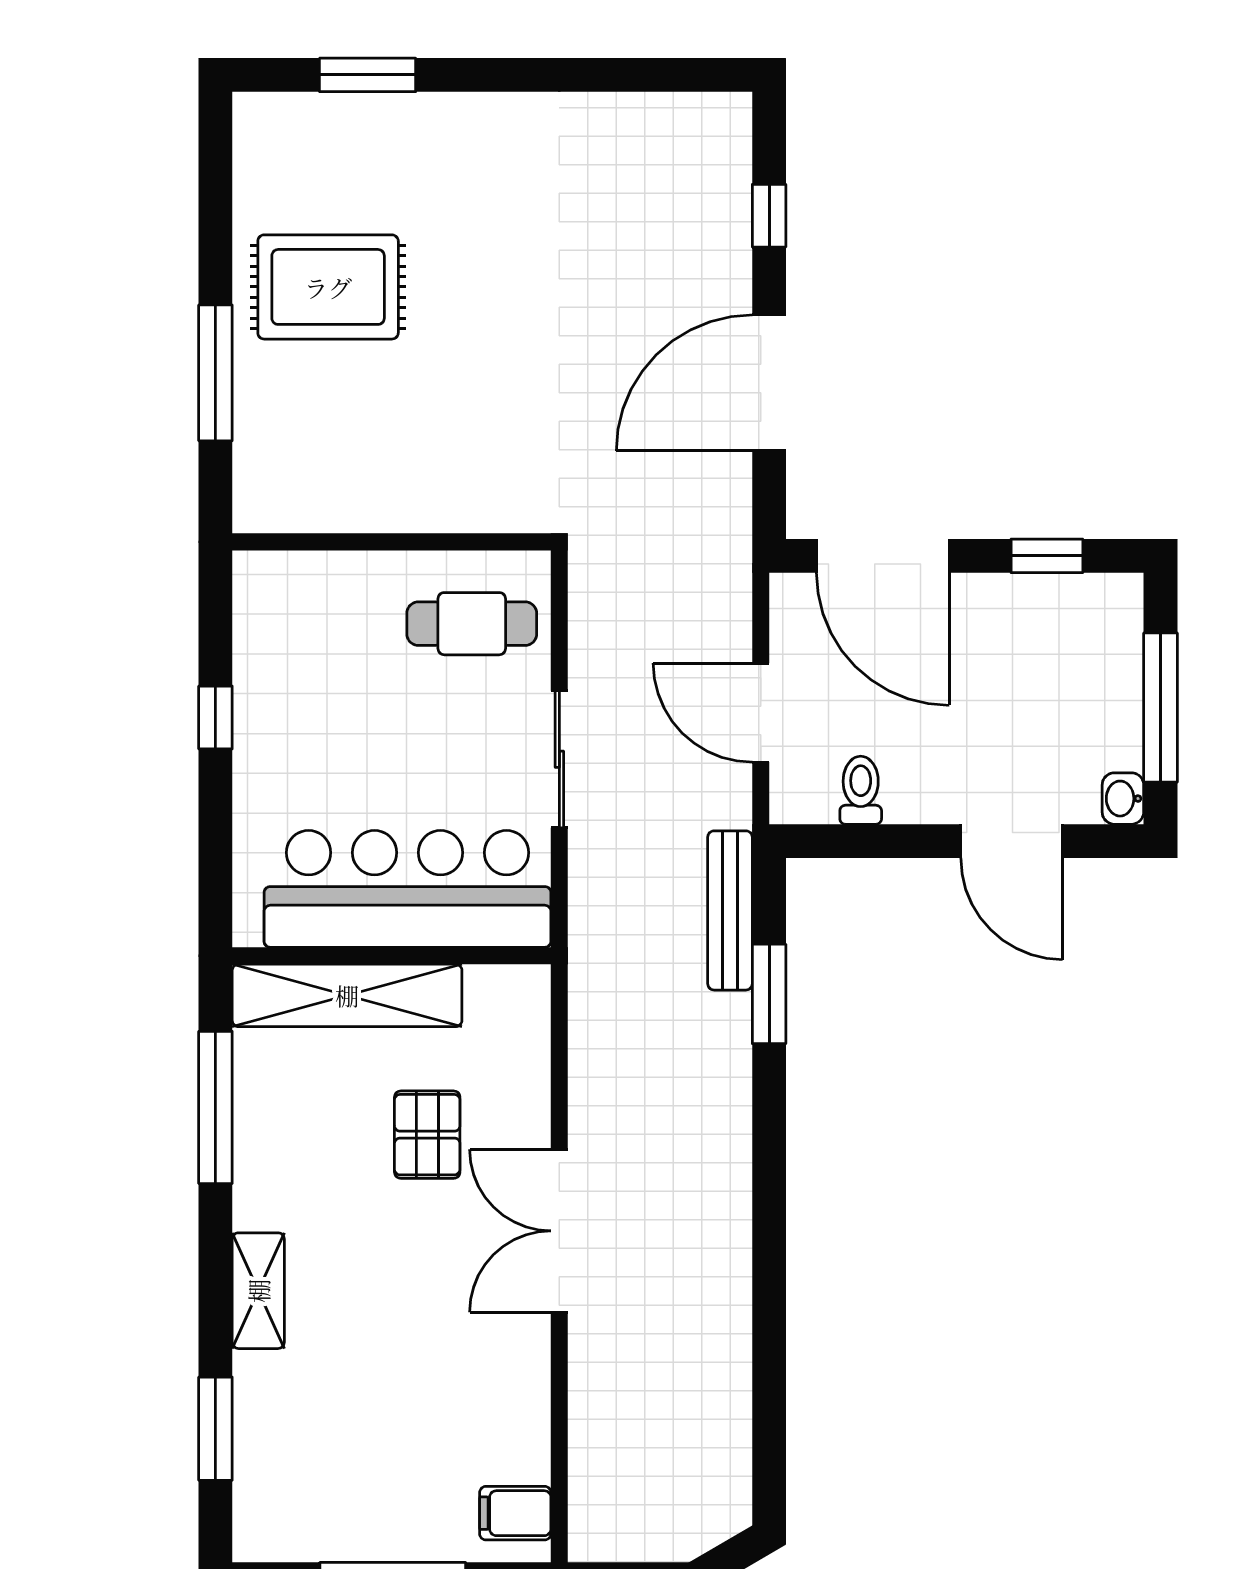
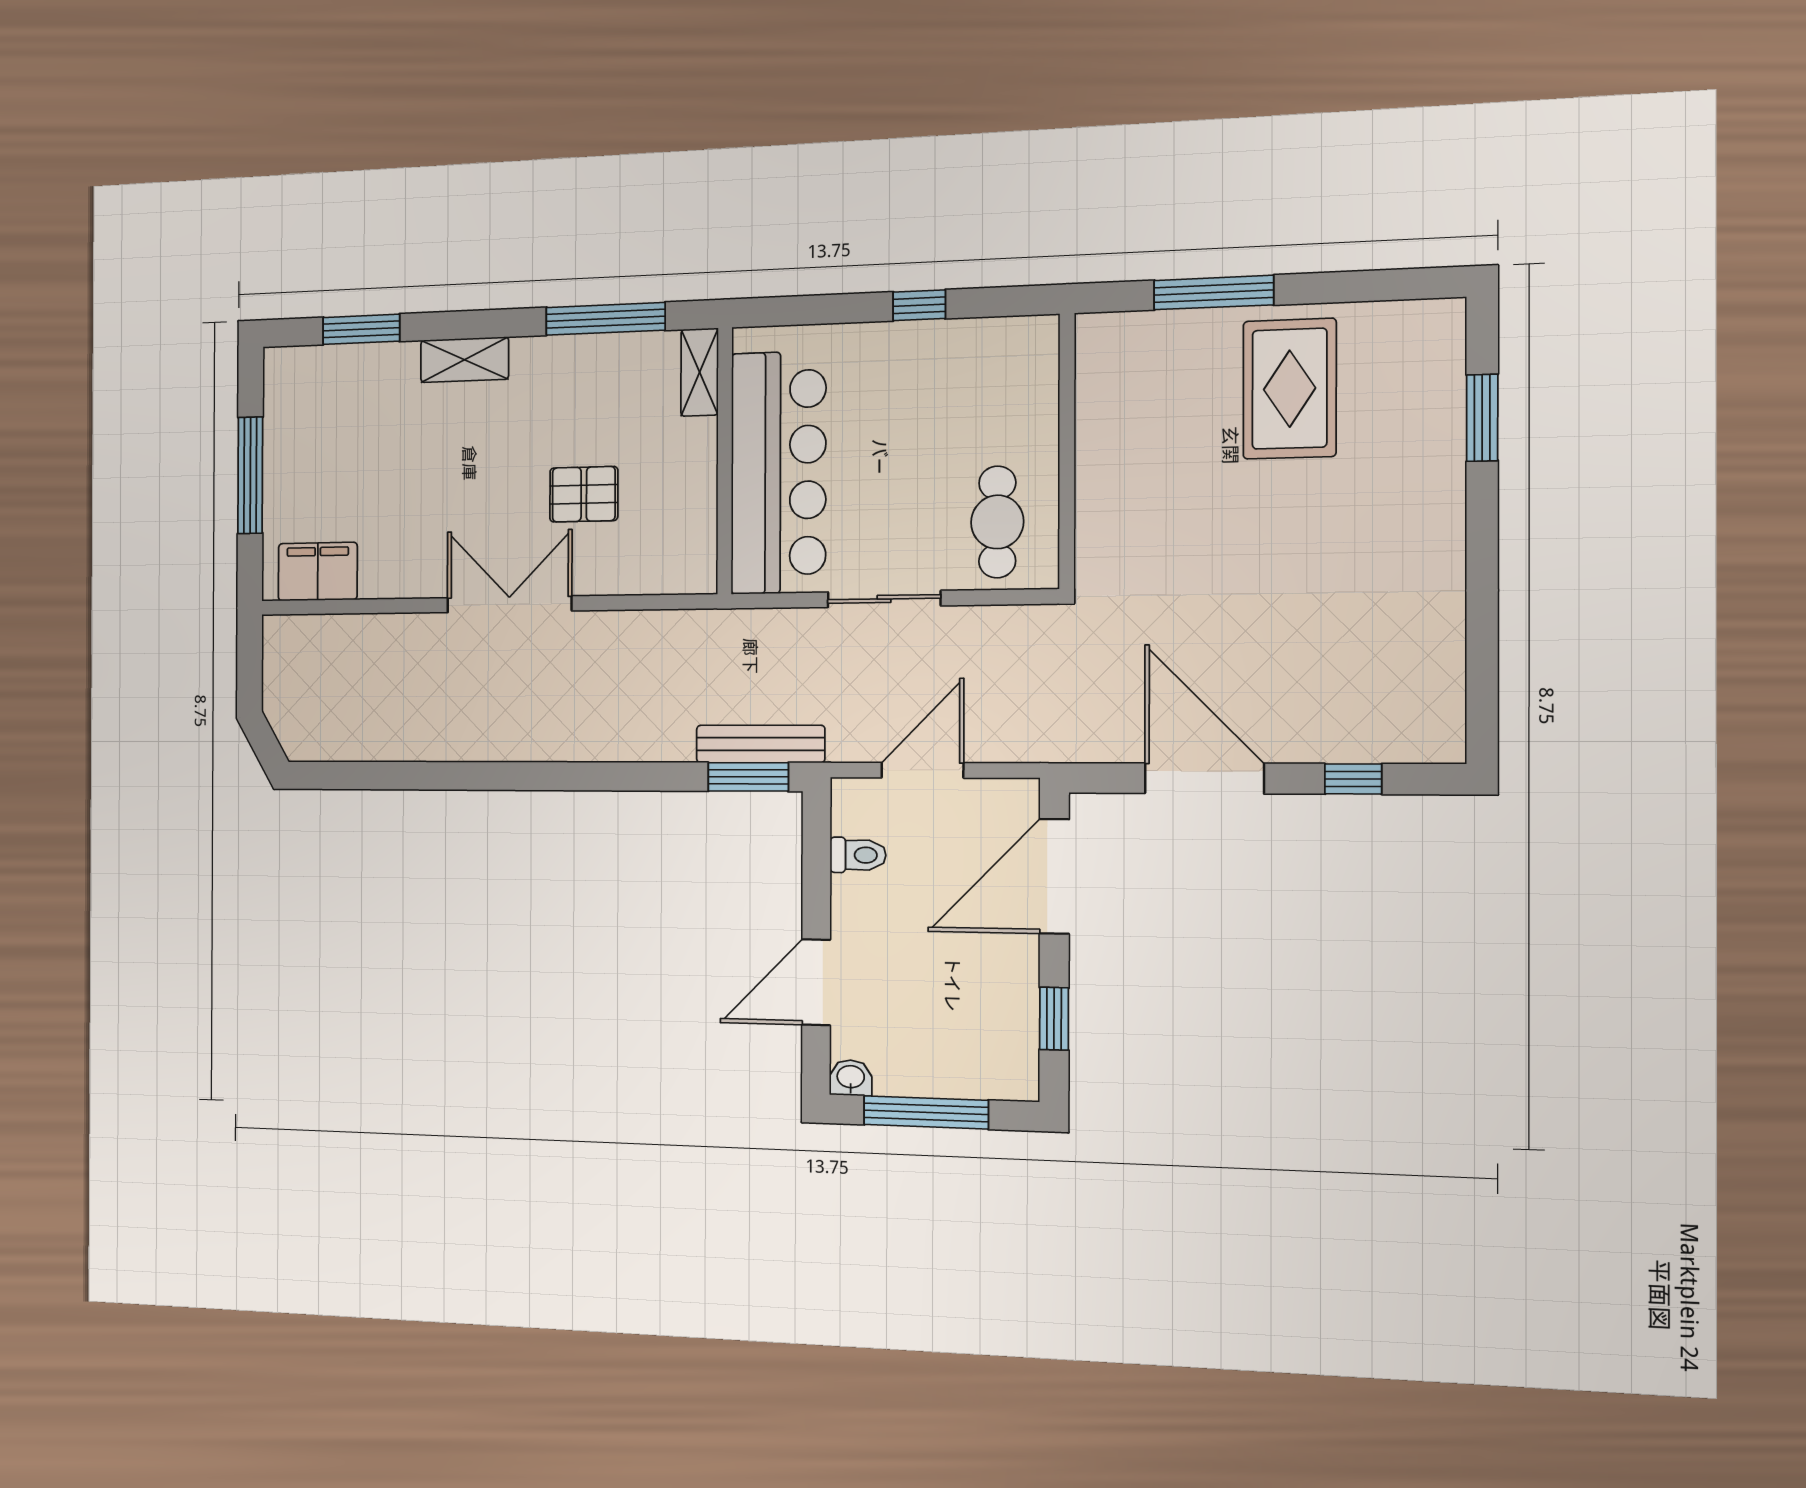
window: (769, 994) -> (748, 777), moved
shelving: (347, 995) -> (700, 372), width x0.45, depth x0.75
filing cabinet: (515, 1513) -> (318, 572), width x2.00

